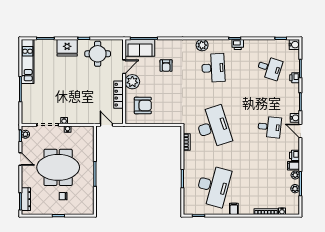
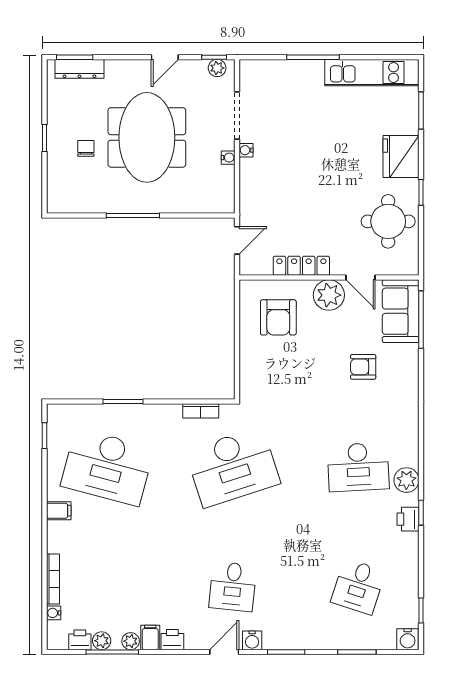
plant: (202, 45) -> (406, 480), moved
printer: (295, 78) -> (80, 640), moved

